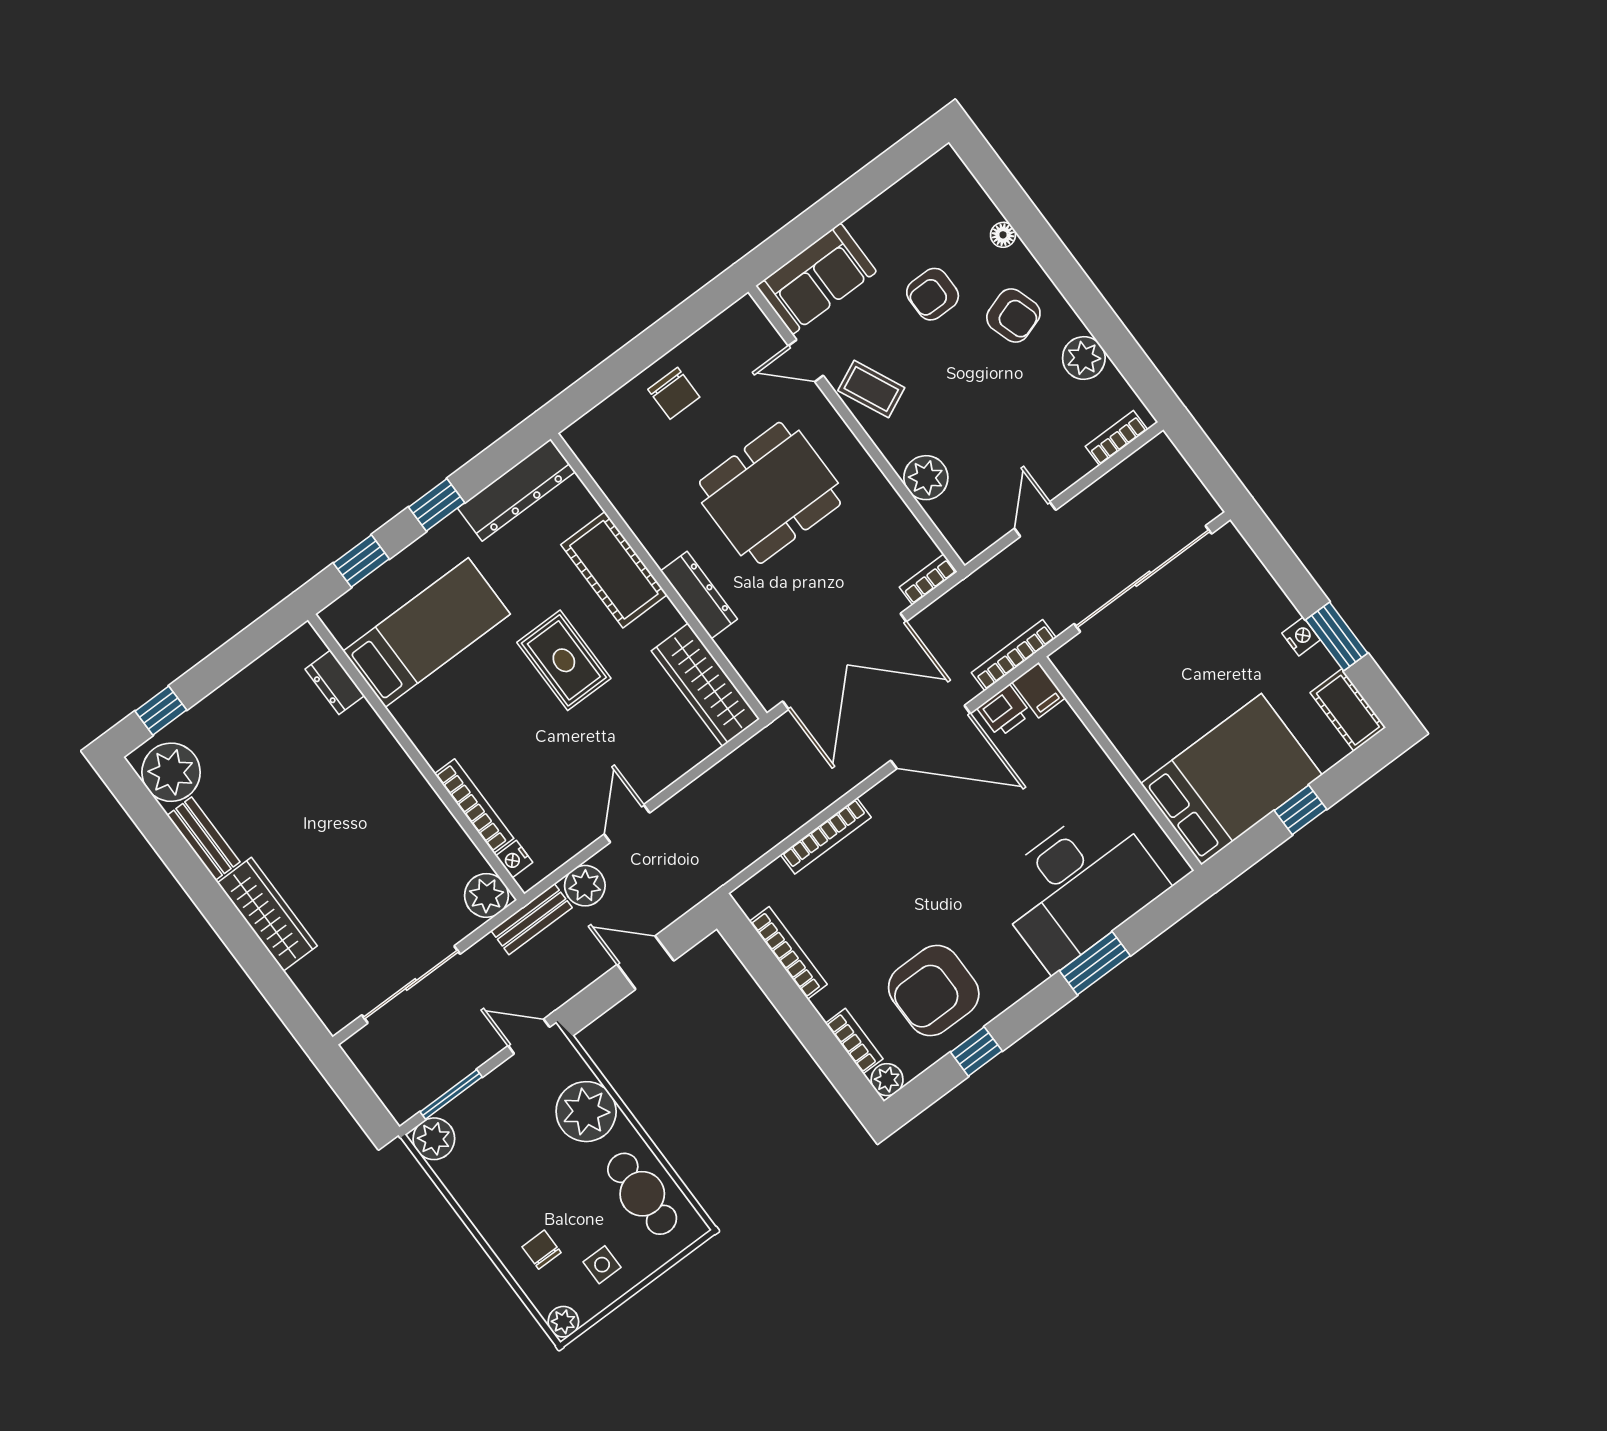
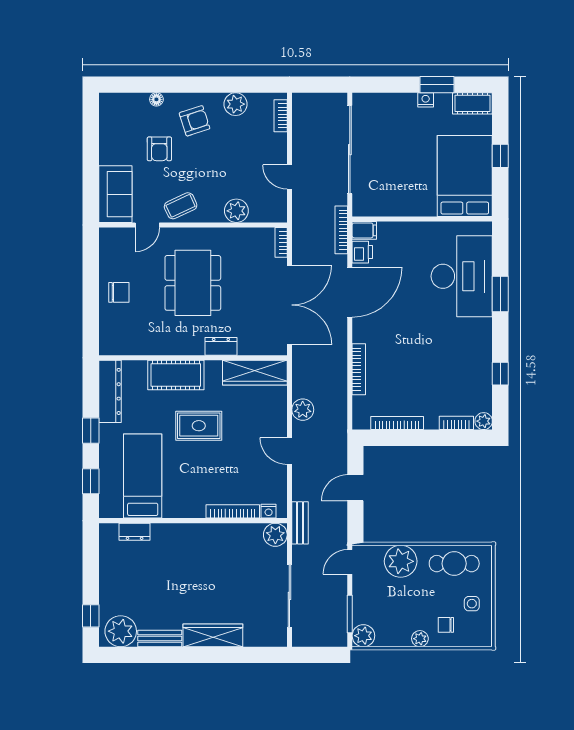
dresser: (699, 595) -> (221, 346), width x0.70
plant: (585, 886) -> (303, 410), moved
armchair: (934, 991) -> (460, 372), removed
plant: (563, 1322) -> (420, 639), moved

